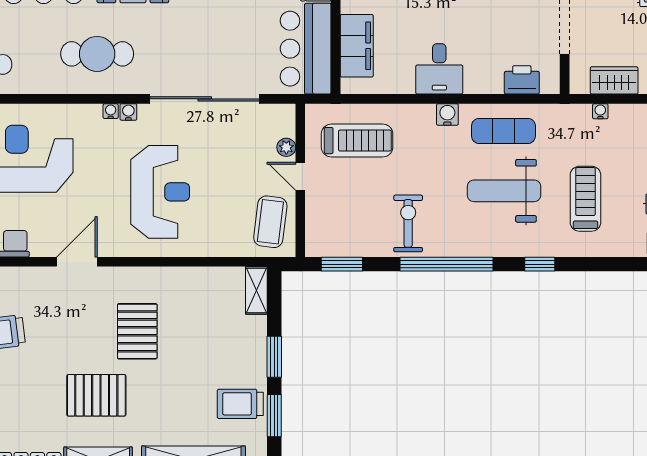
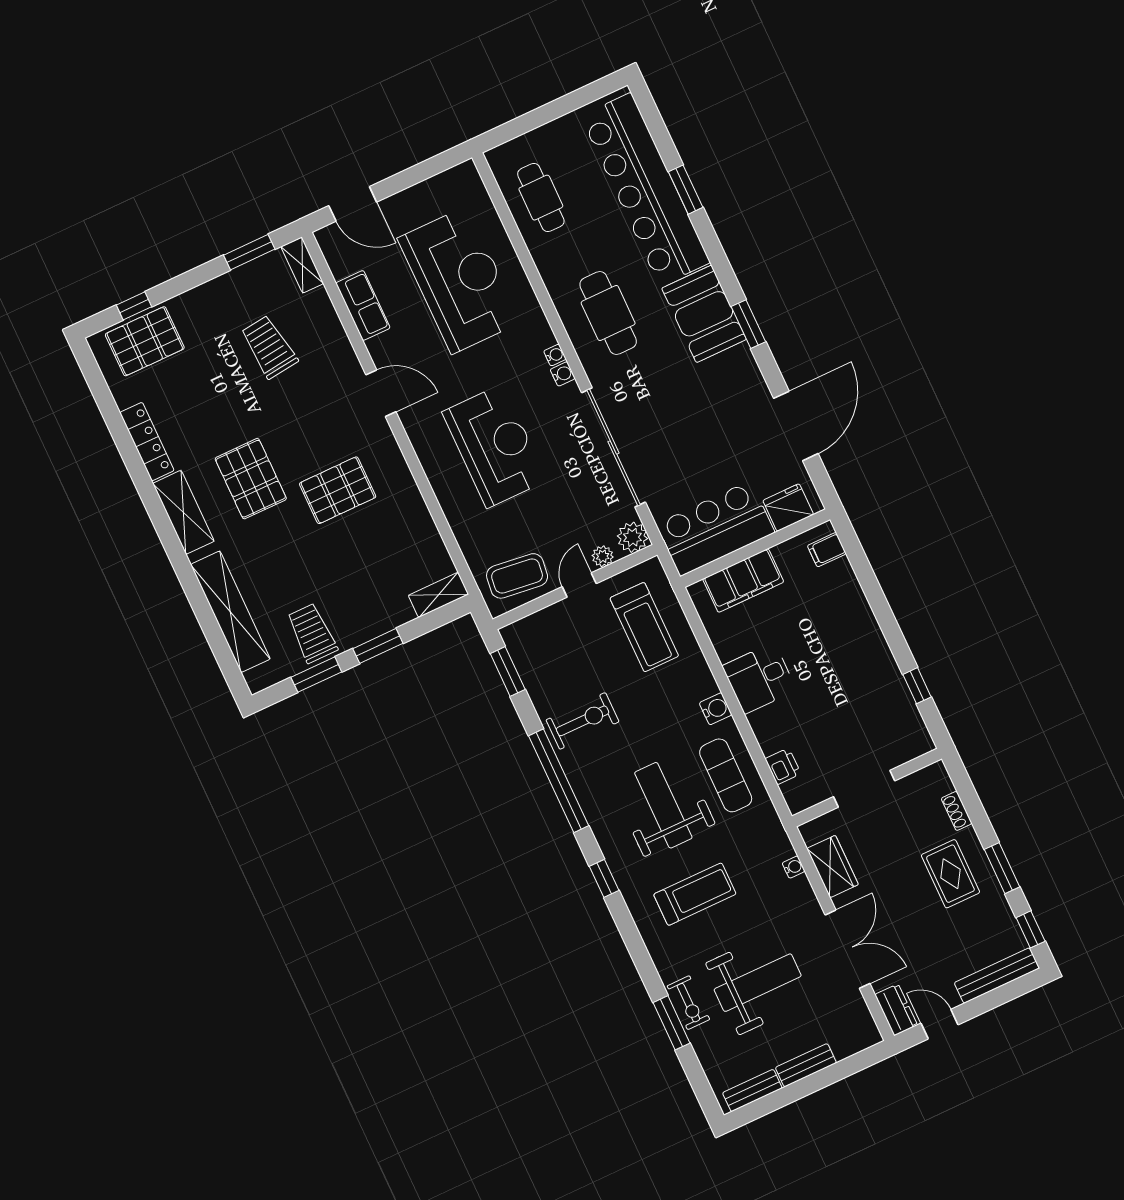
printer: (522, 80) -> (783, 766), width x0.73, depth x0.81
plant: (282, 117) -> (632, 537), added
reception desk: (160, 192) -> (495, 446), turned -90

